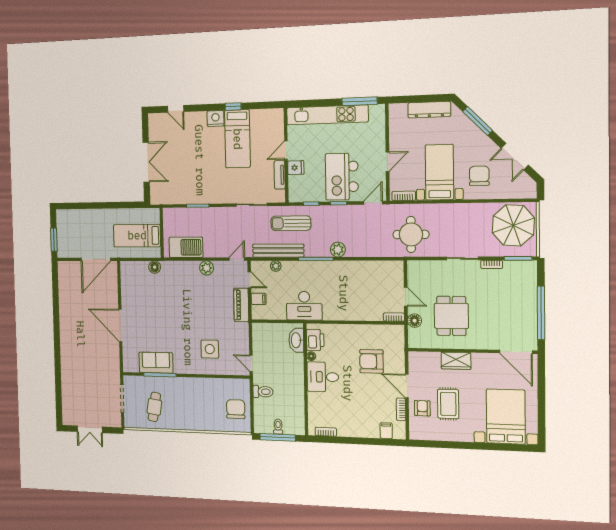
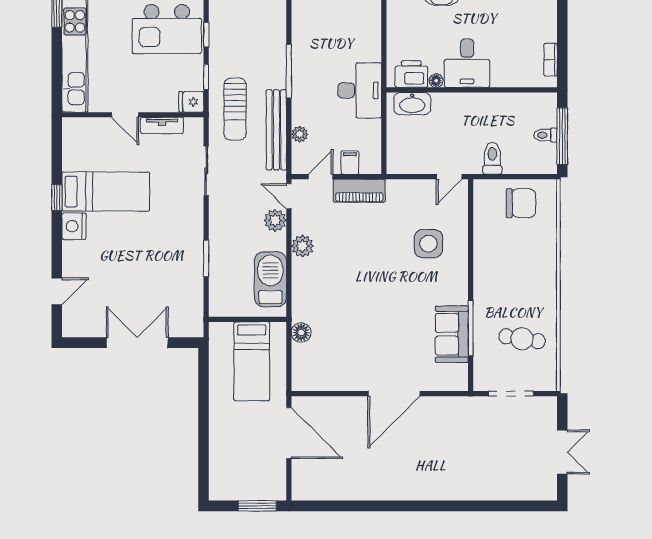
fridge: (296, 168) -> (191, 102), moved, turned -90
plant: (338, 250) -> (275, 220), moved
chair: (236, 409) -> (521, 203), turned 180

